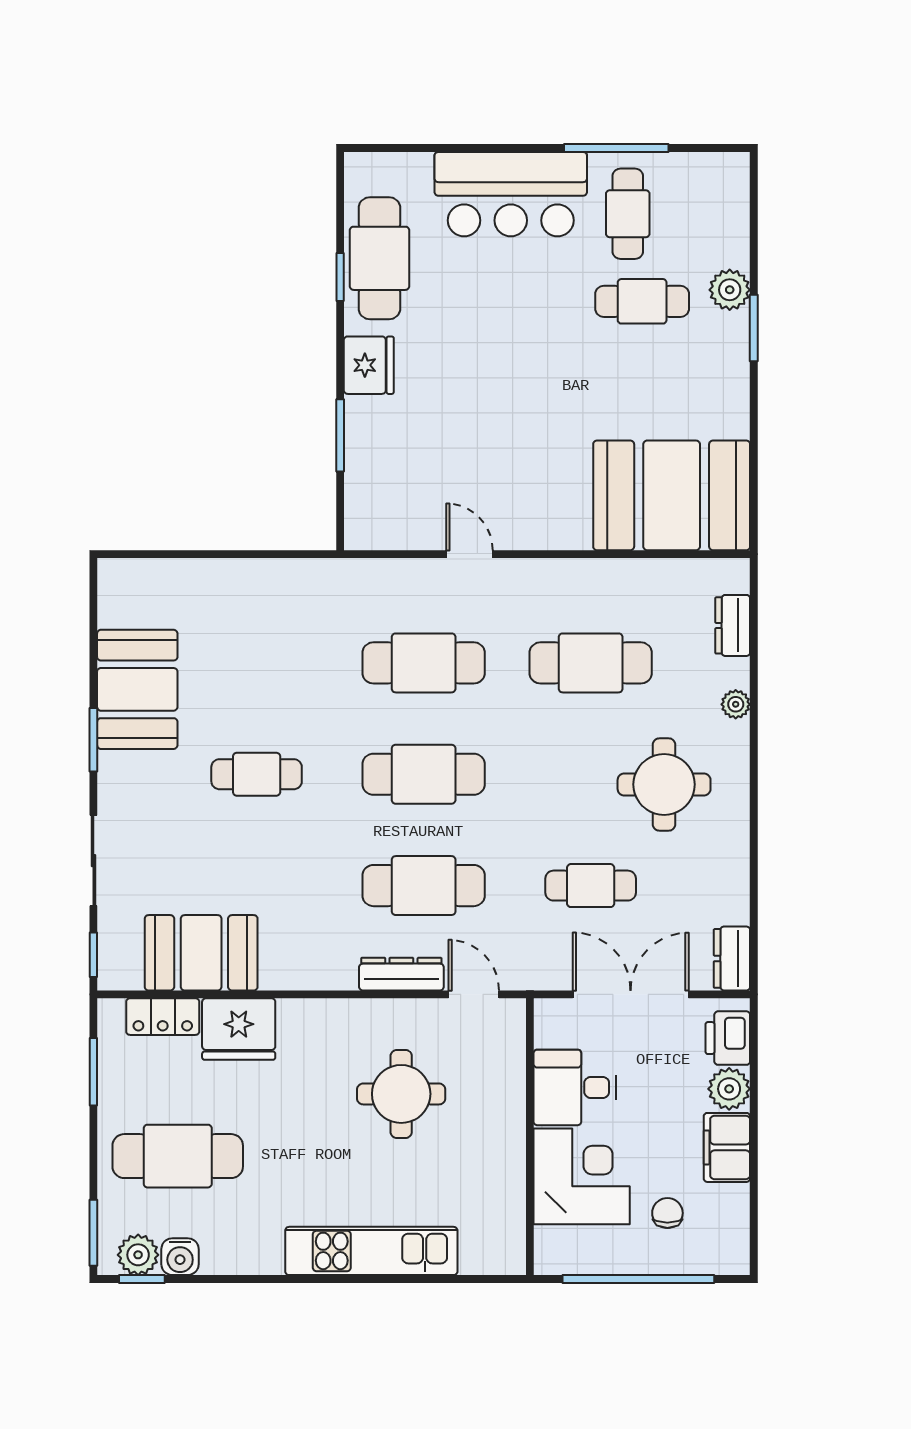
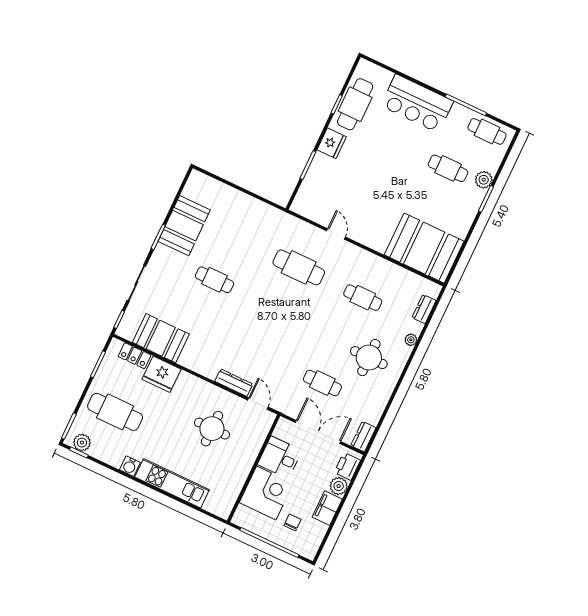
cafe table: (628, 214) -> (487, 131), moved, turned 90
cafe table: (591, 663) -> (363, 298), width x0.73, depth x0.74
cafe table: (424, 774) -> (279, 310), removed
cafe table: (424, 886) -> (258, 353), removed
water cooler: (180, 1257) -> (130, 466), moved

